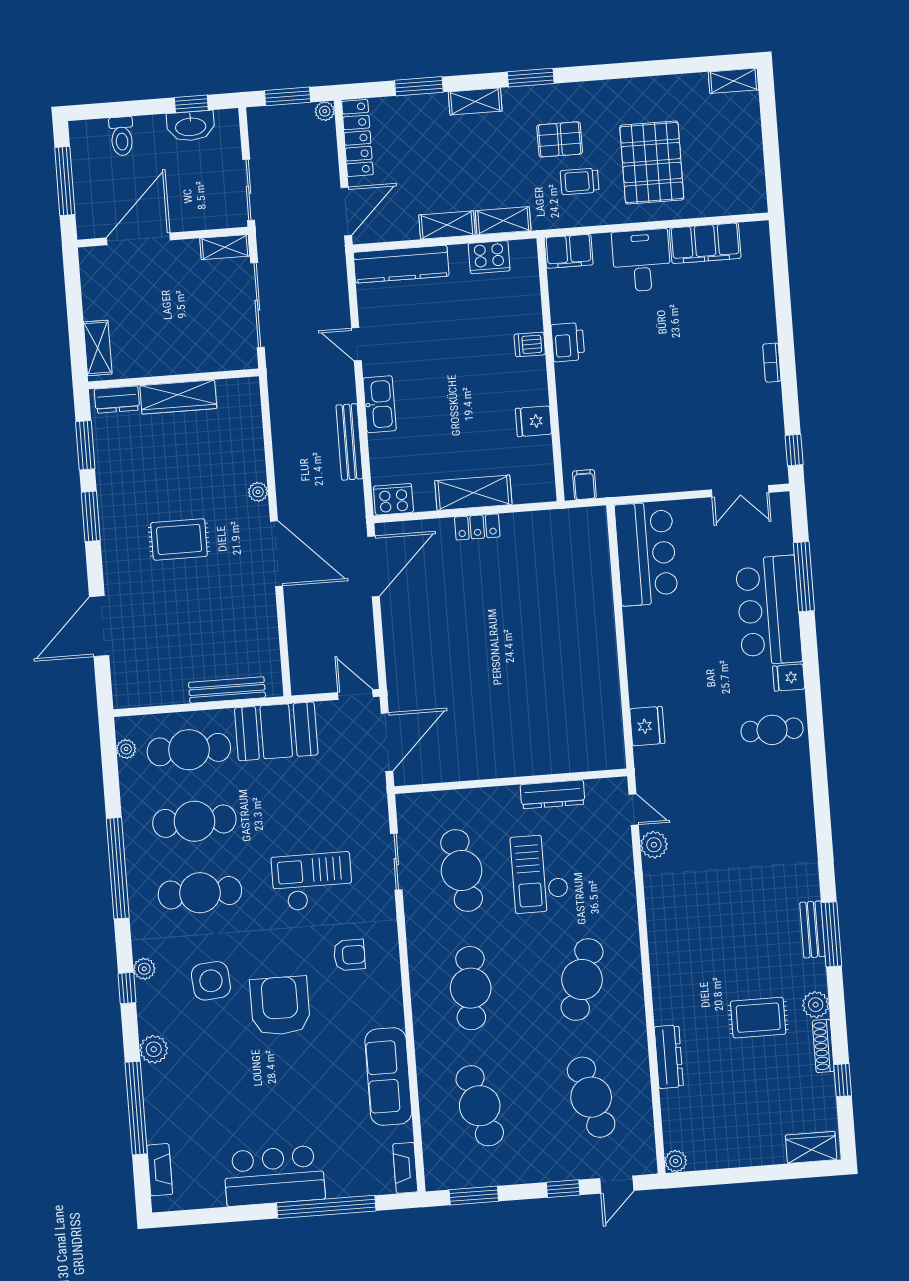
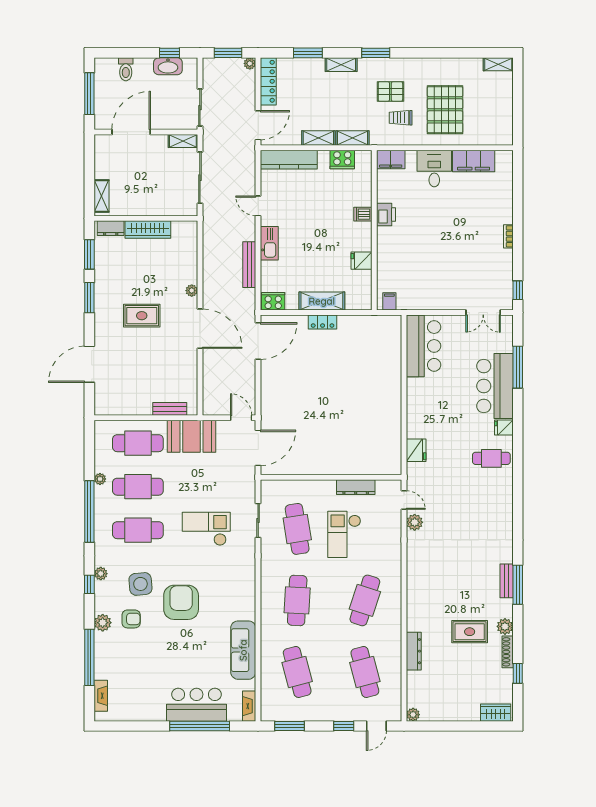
bench: (227, 690) -> (170, 409), width x0.73
plant: (126, 749) -> (100, 479), moved
armchair: (349, 955) -> (131, 619), moved
bar counter: (274, 1176) -> (196, 705), moved

